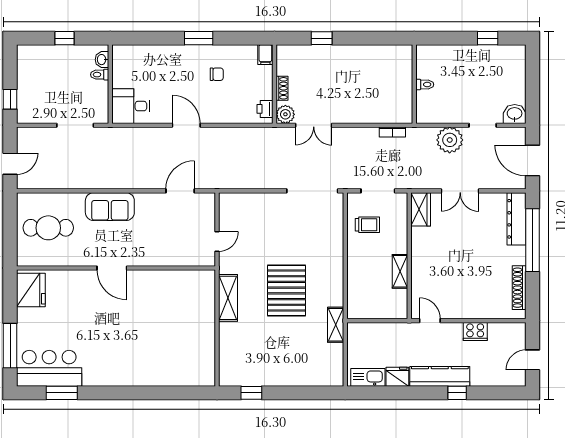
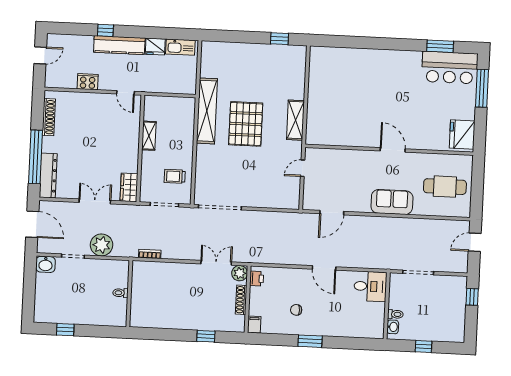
shoe rack: (282, 88) -> (241, 300), width x1.43
shelving: (336, 325) -> (207, 111), width x2.20, depth x1.33

